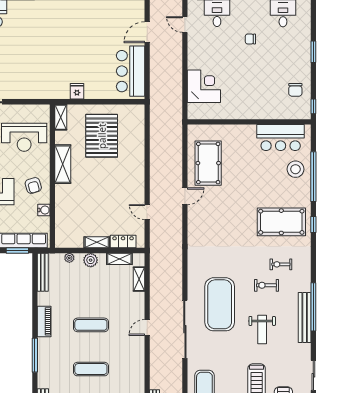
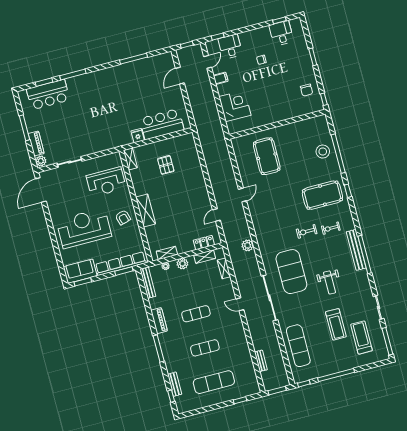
door: (185, 24) -> (208, 62), swing flipped
filing cabinet: (195, 48) -> (221, 78), added
bar counter: (131, 71) -> (162, 124), moved, turned 90
pallet: (102, 136) -> (166, 165), width x0.49, depth x0.50
bar counter: (281, 138) -> (305, 130), removed
pool table: (208, 163) -> (267, 156), moved
shelving: (63, 164) -> (146, 210), moved
water cooler: (44, 210) -> (136, 234), removed
door: (147, 212) -> (216, 215), hinge flipped
shelving: (97, 242) -> (167, 253), moved
plant: (175, 259) -> (248, 245), added
exercise bike: (266, 285) -> (307, 231), moved
bench: (305, 318) -> (356, 250), moved
door: (147, 327) -> (240, 304), hinge flipped

